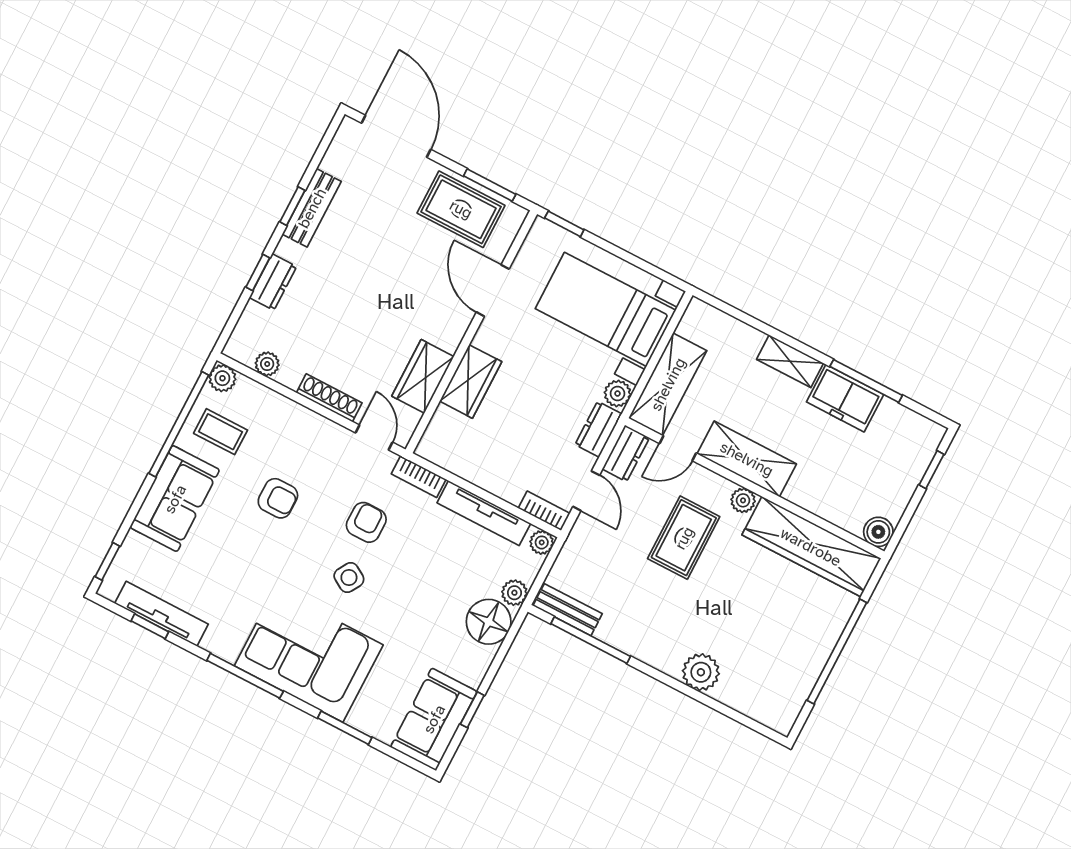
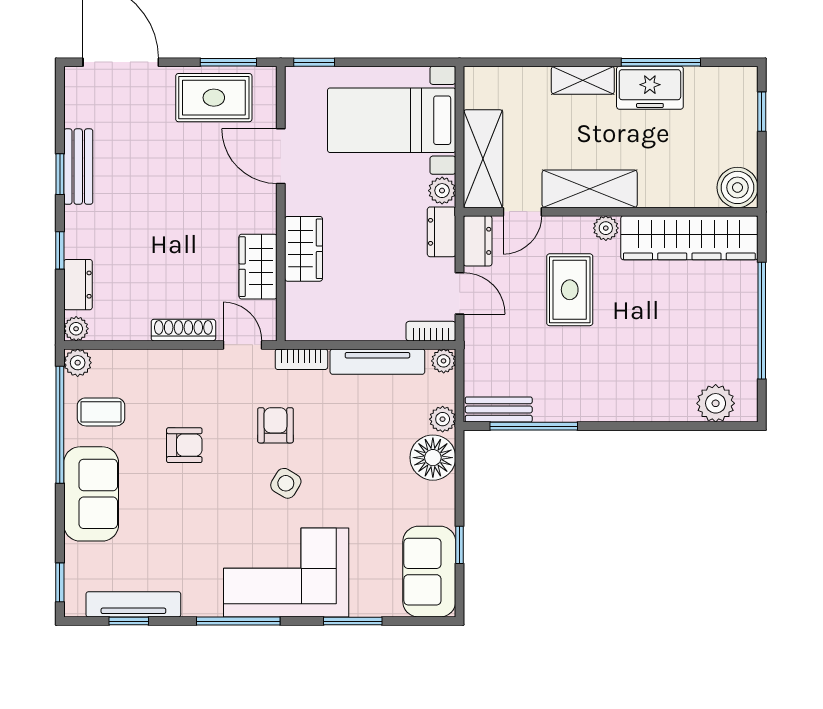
dresser: (273, 282) -> (78, 285), moved
plant: (267, 364) -> (76, 329), moved
boiler: (878, 532) -> (738, 187), width x1.36, depth x1.36
plant: (701, 672) -> (716, 403), moved

